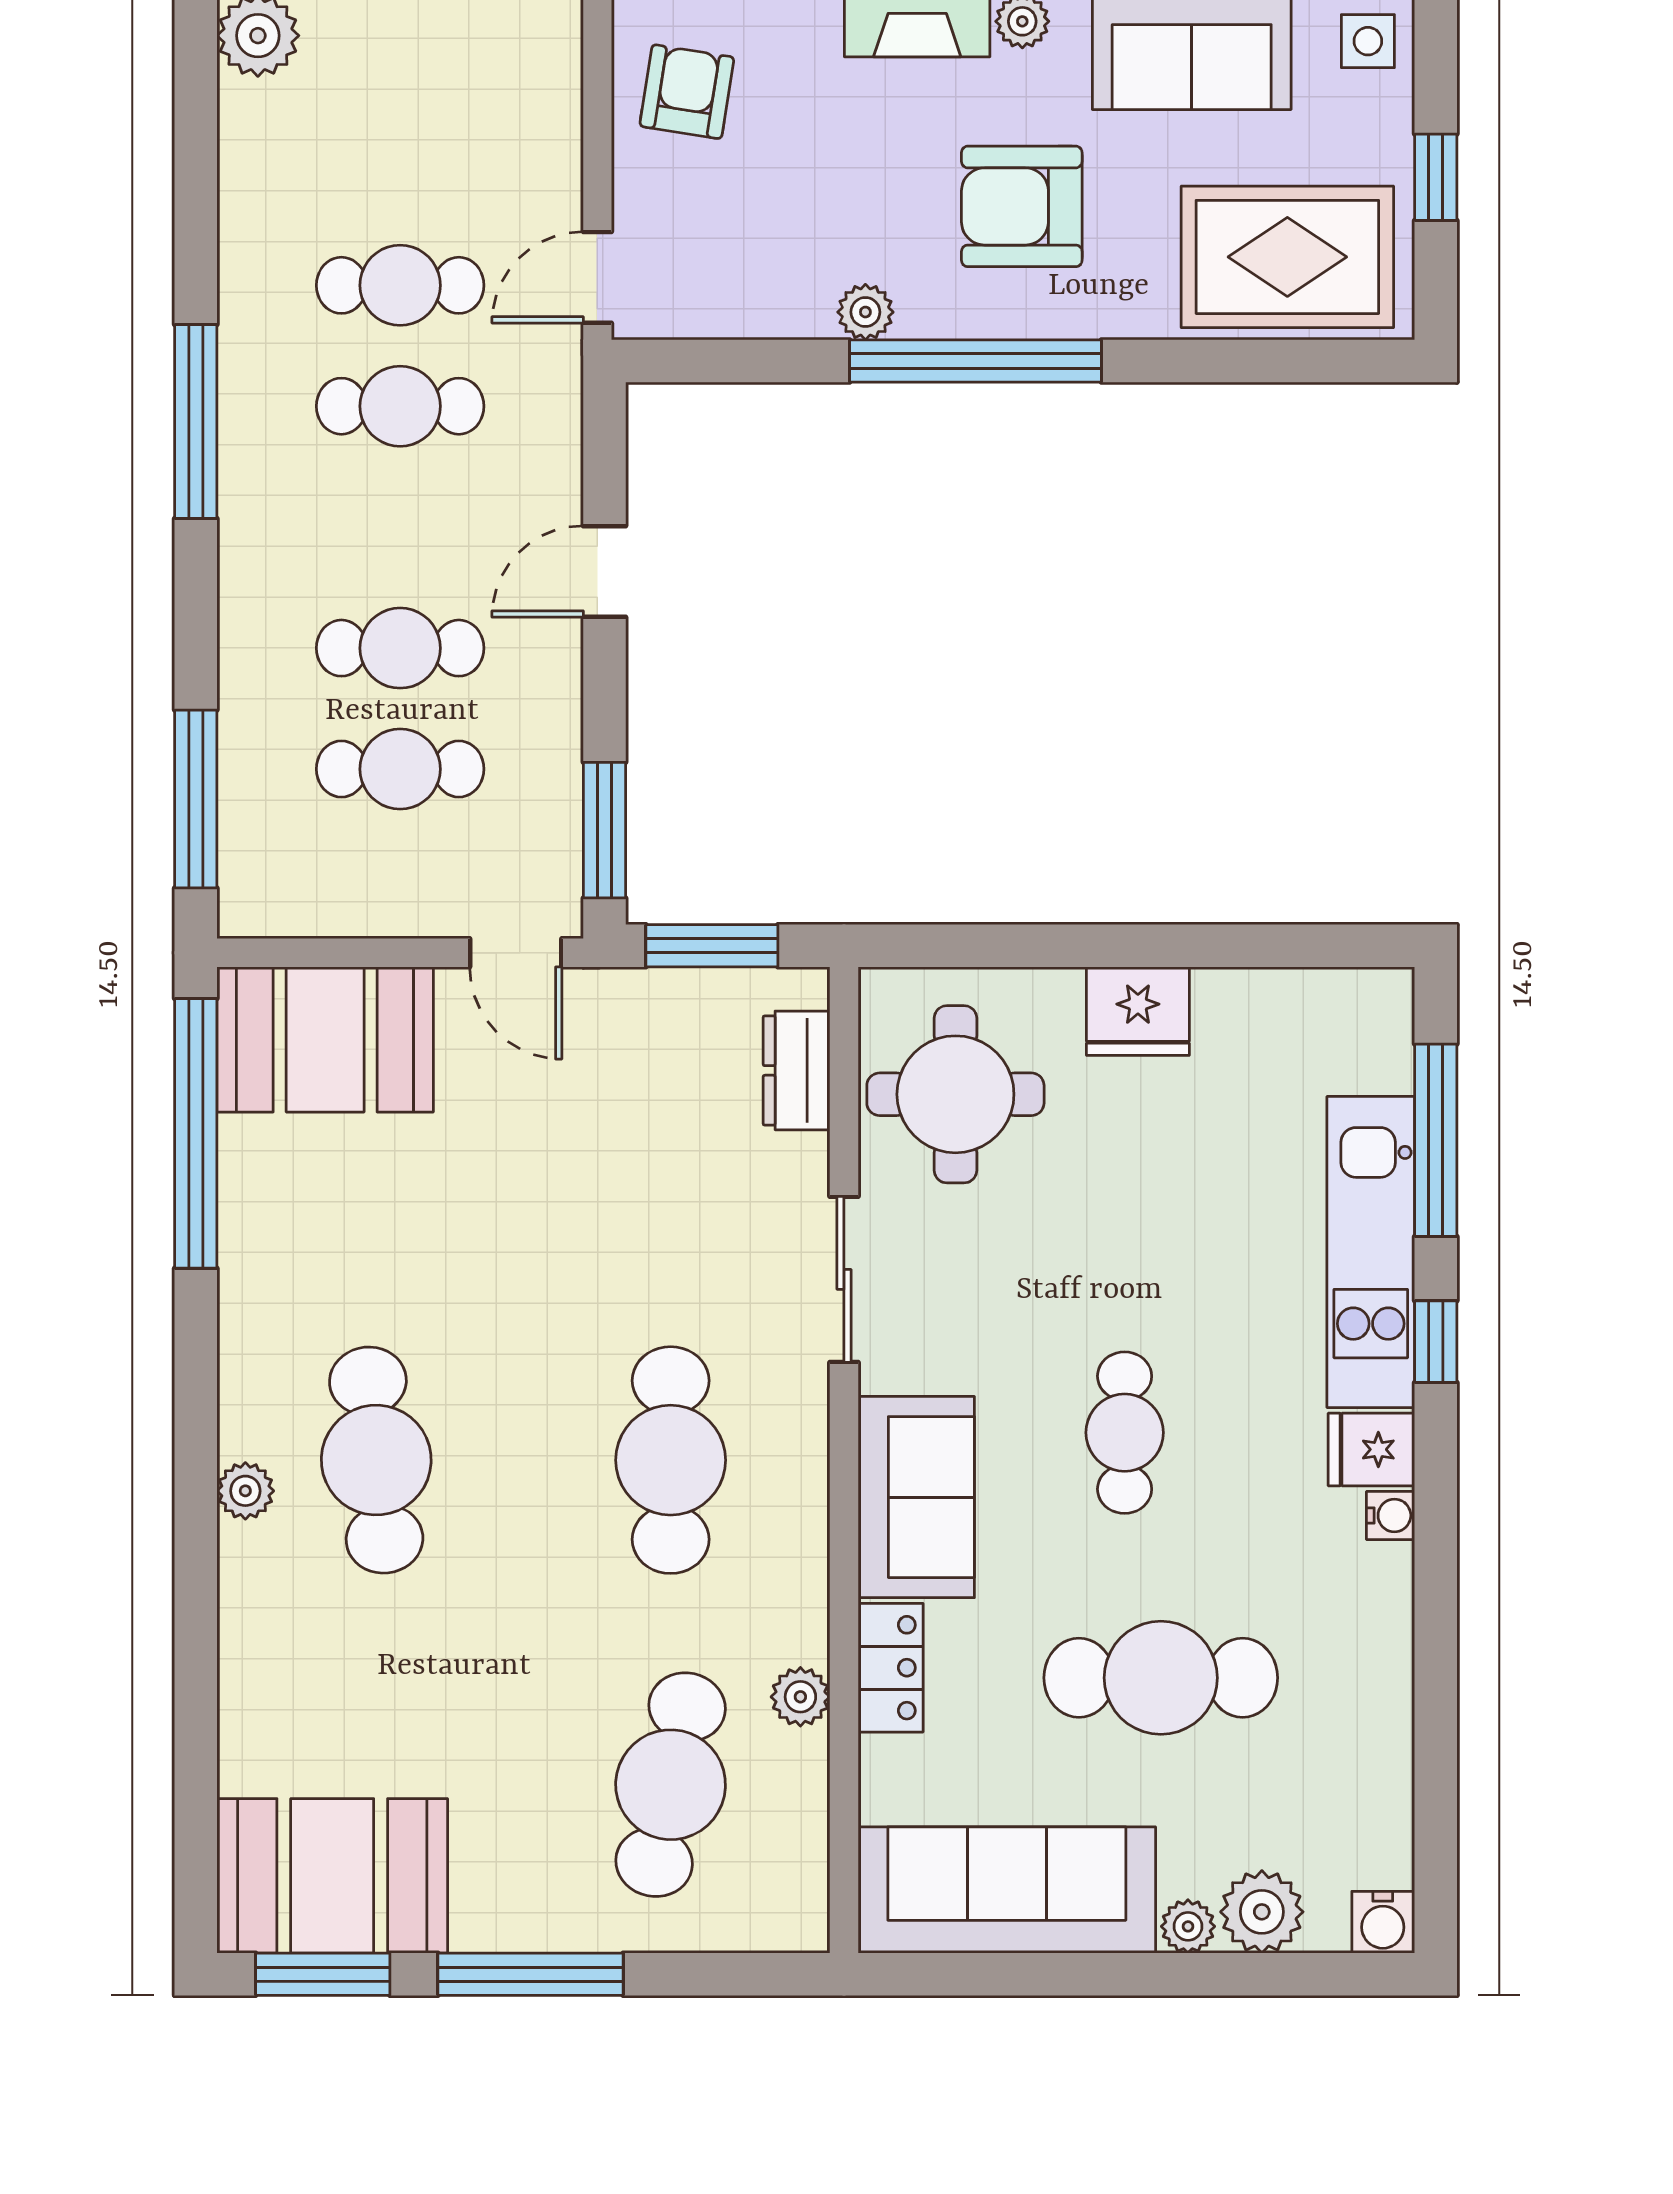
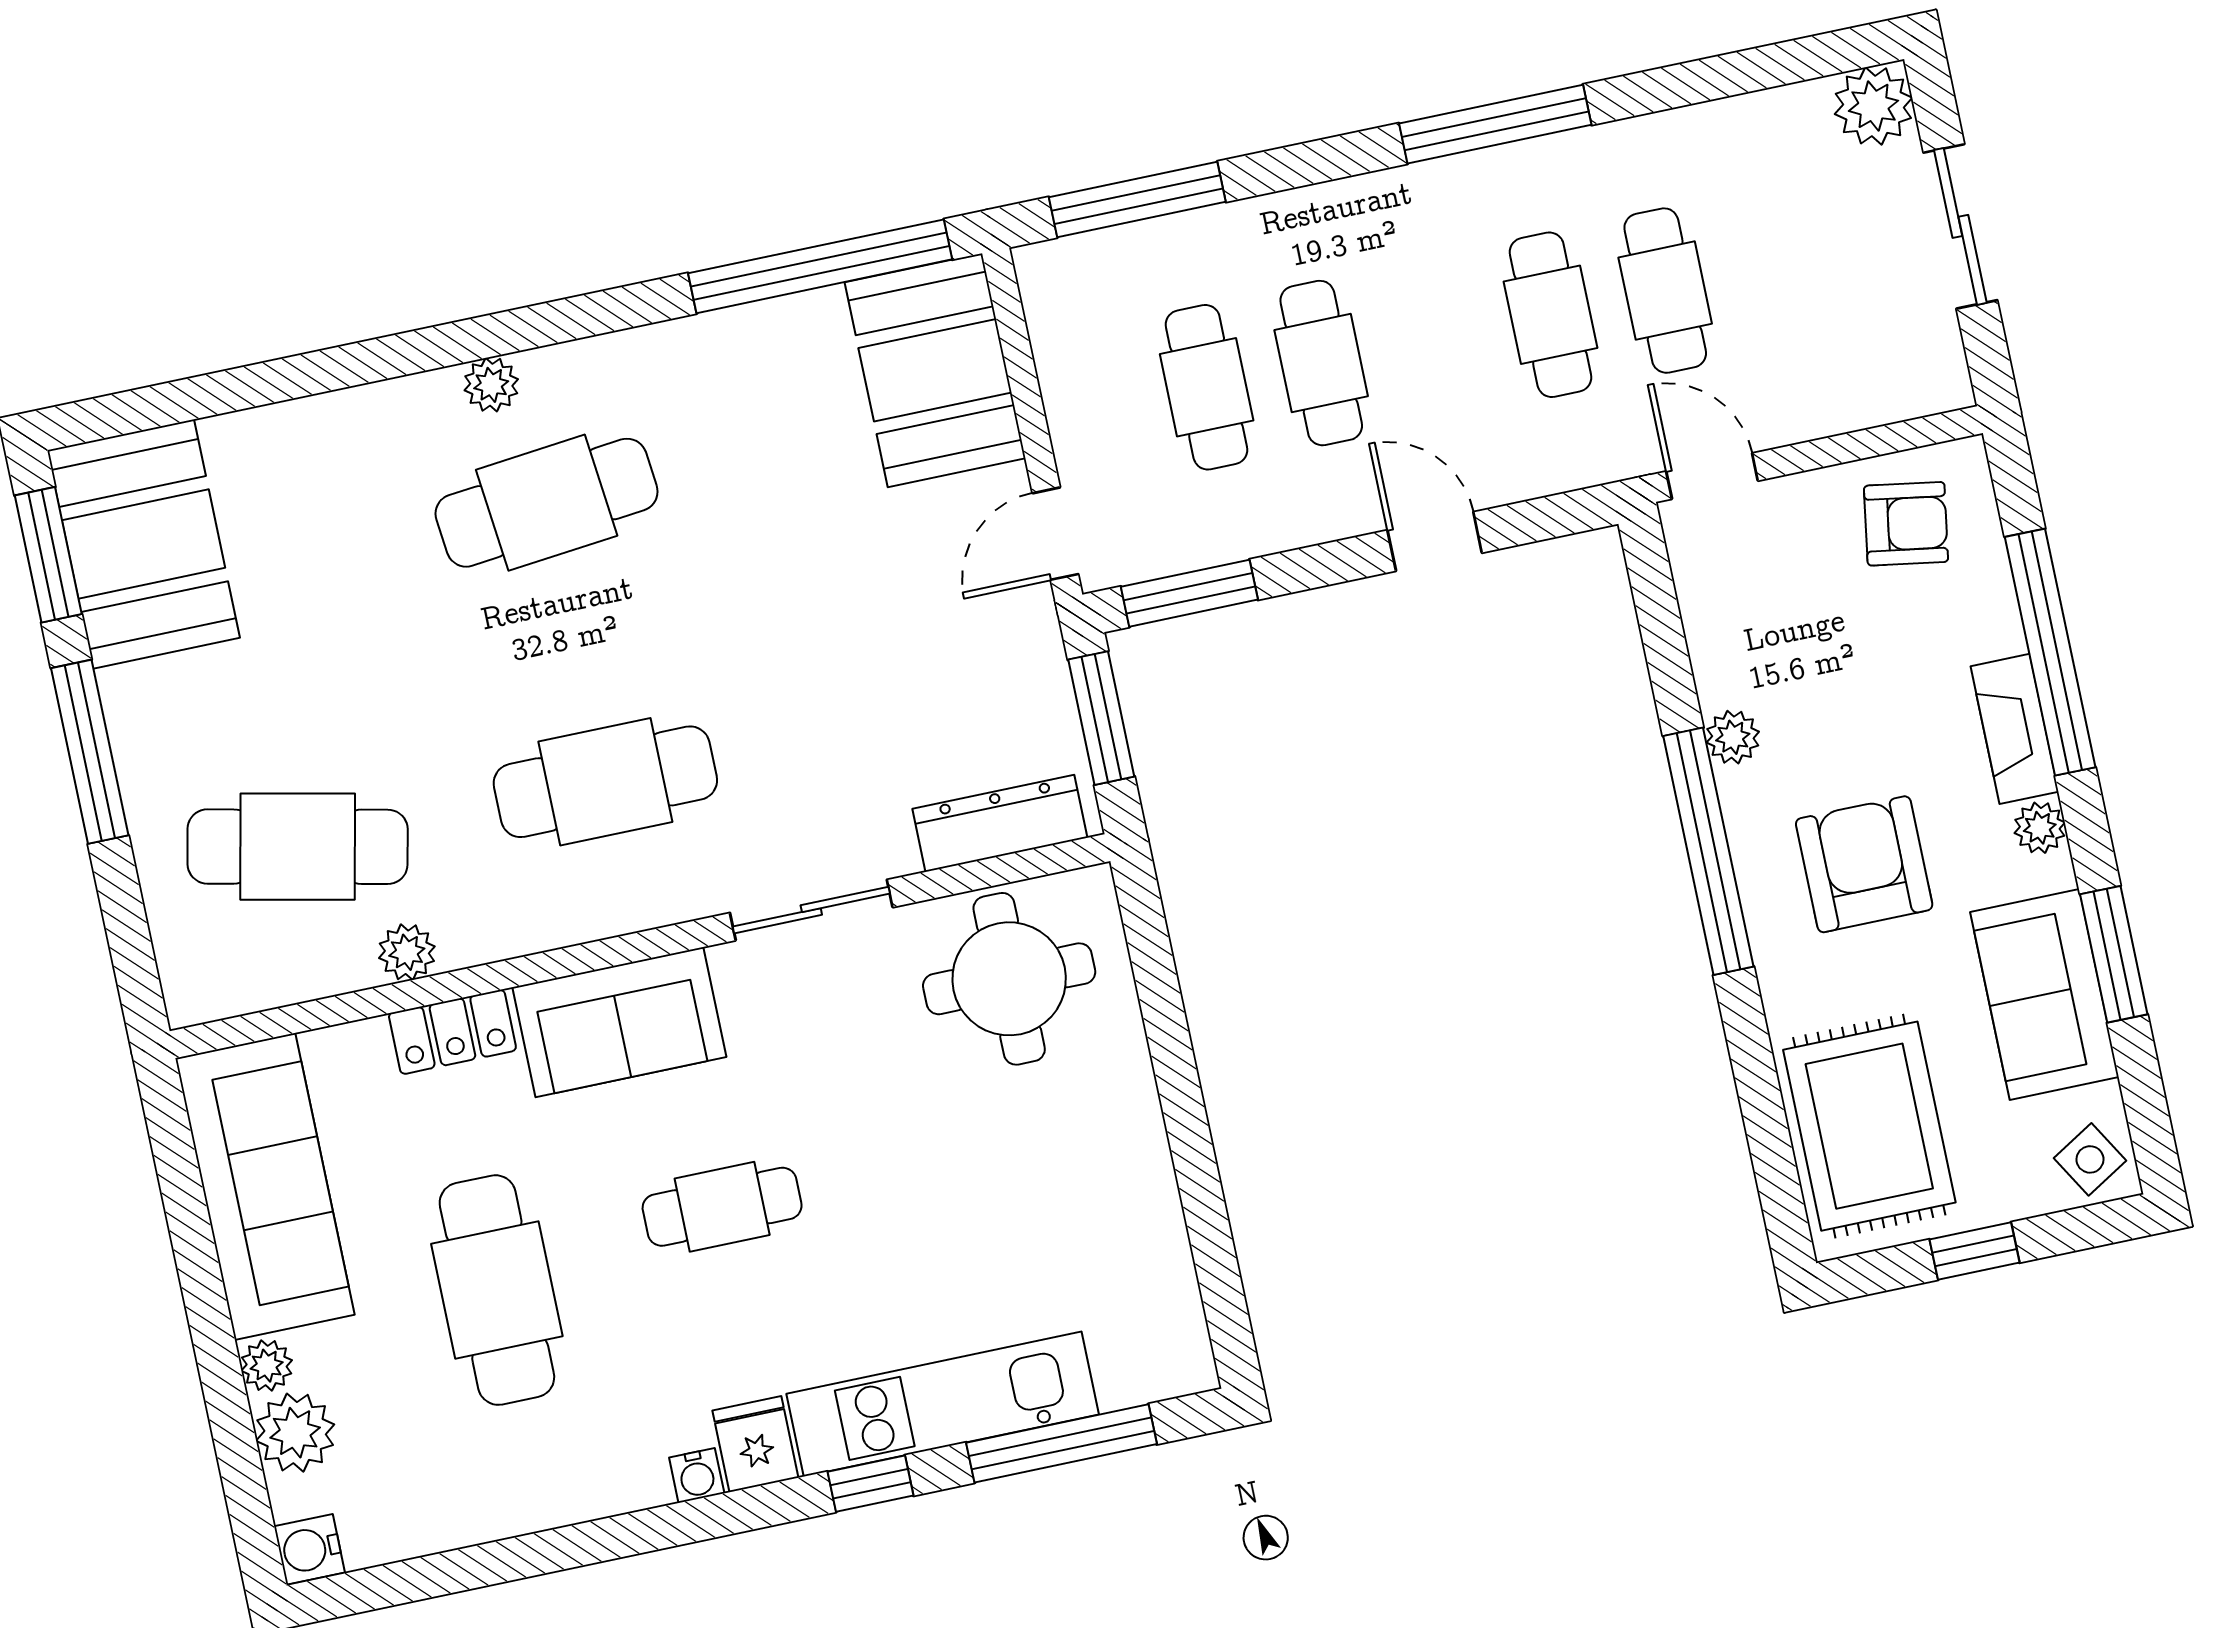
side table: (1368, 41) -> (2090, 1159), turned -31
fridge: (1138, 1011) -> (1124, 1135), removed
dresser: (796, 1070) -> (1000, 823), width x1.44

